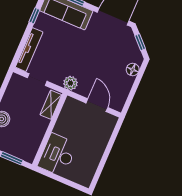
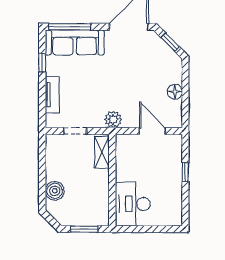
tv unit: (29, 50) -> (52, 95), width x0.71
floor lamp: (133, 70) -> (175, 92), moved
window: (109, 148) -> (185, 172), added

